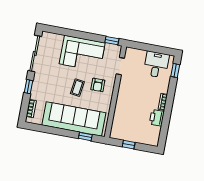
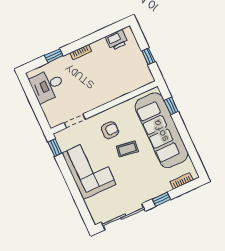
window: (175, 71) -> (54, 56), moved
printer: (157, 118) -> (117, 40), moved

